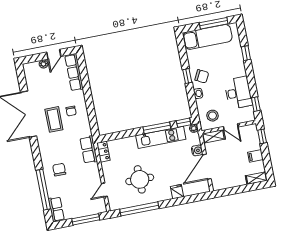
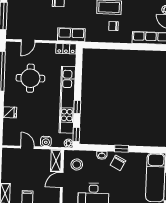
window: (157, 128) -> (77, 107), width x0.46
kitchen unit: (161, 137) -> (67, 100), width x1.36
door: (207, 167) -> (27, 147), width x0.53
door: (104, 190) -> (28, 41), swing flipped

